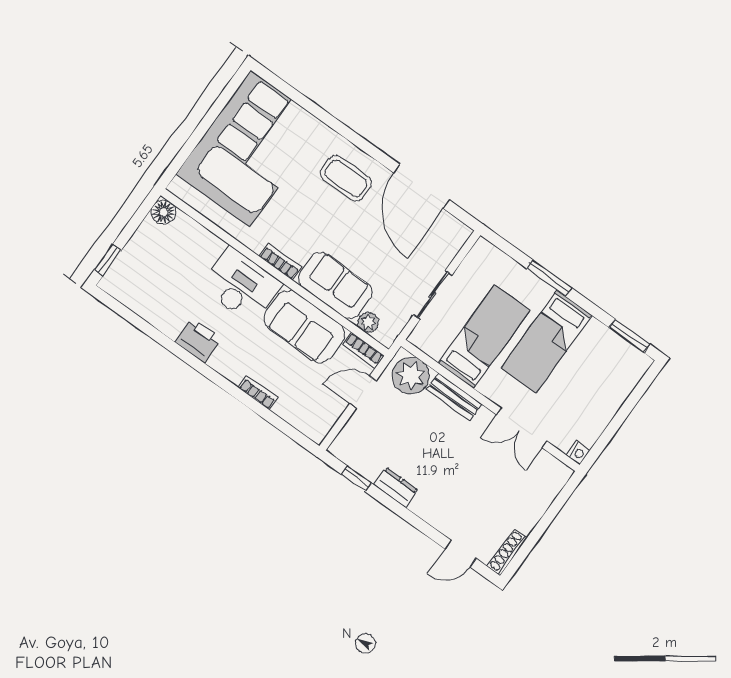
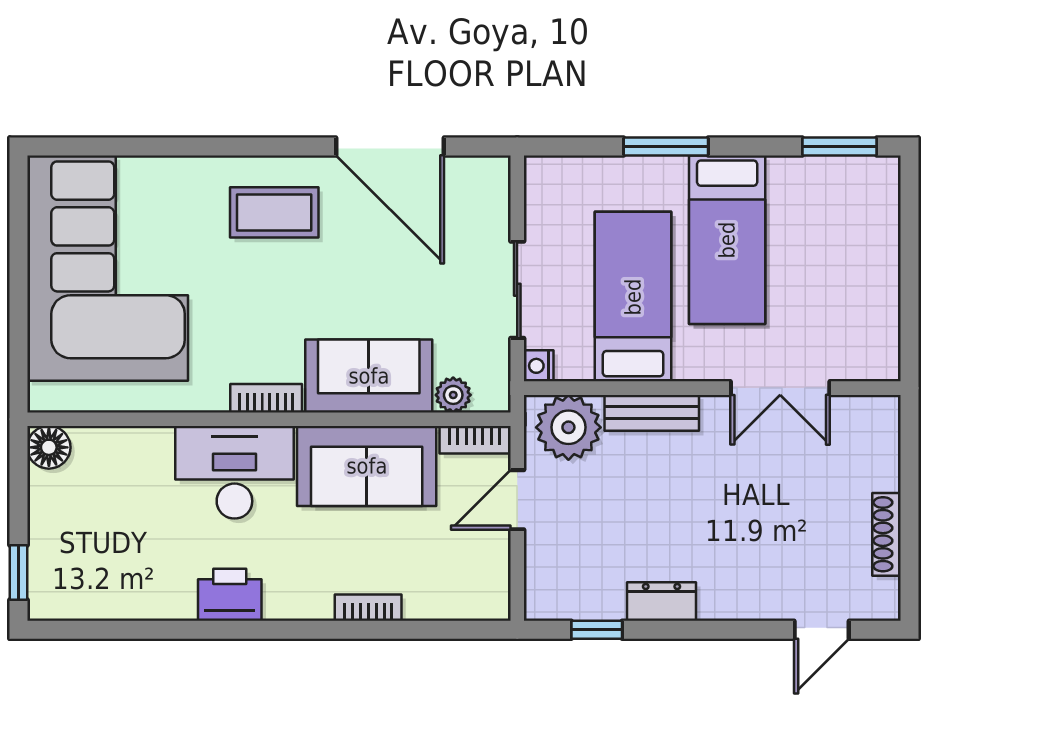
nightstand: (578, 453) -> (539, 366), moved, turned 180
shoe rack: (507, 552) -> (887, 534), moved

